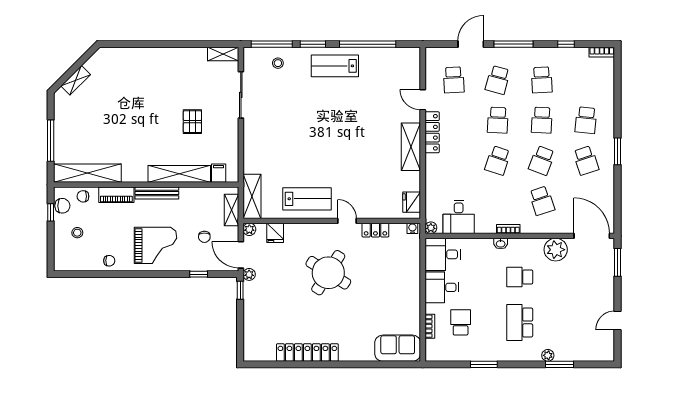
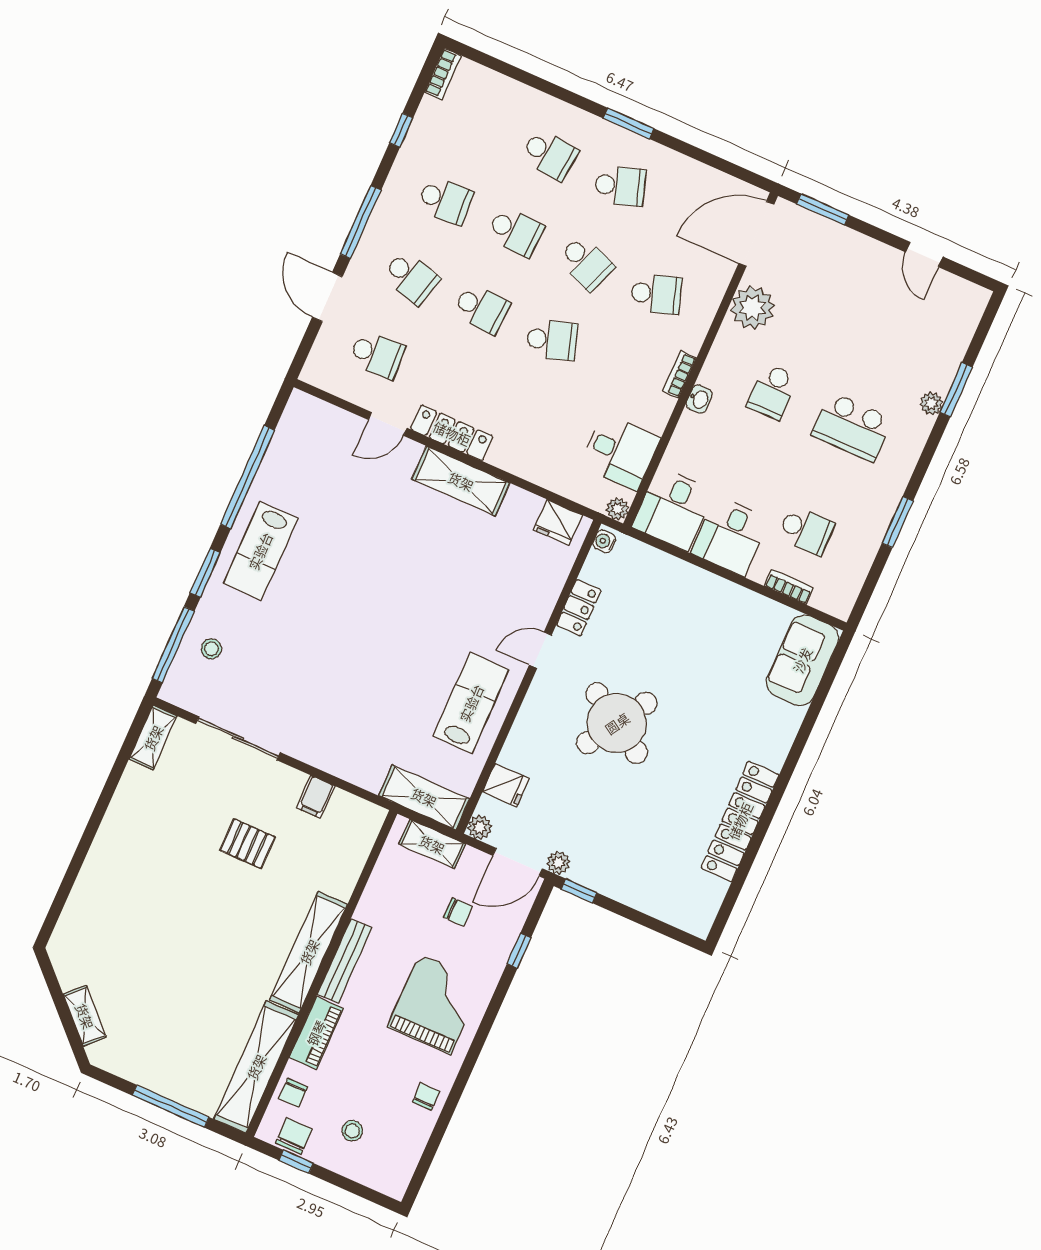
school desk: (498, 160) -> (552, 340), turned -36
filing cabinet: (219, 173) -> (316, 797), moved, turned -90
shelving: (179, 174) -> (309, 952), moved
school desk: (461, 322) -> (806, 530), turned 180

